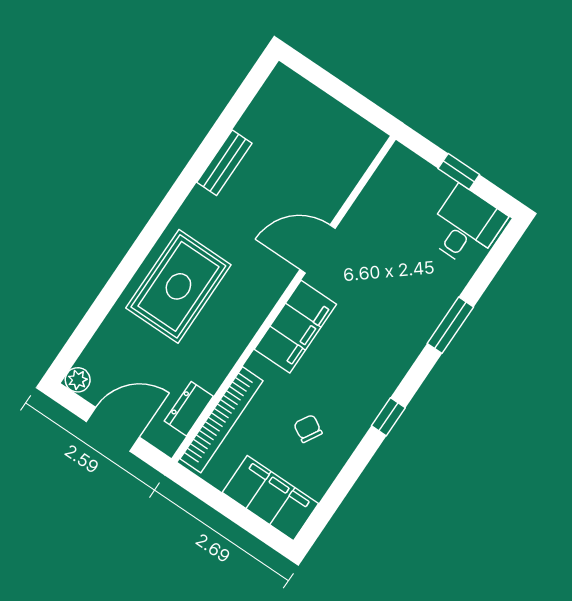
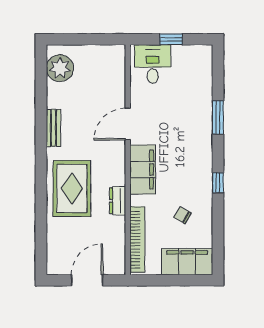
bench: (224, 163) -> (53, 128), moved
desk: (466, 227) -> (153, 64), moved
plant: (78, 380) -> (60, 68), moved, width x1.88, depth x1.88
dresser: (189, 409) -> (118, 201), moved

